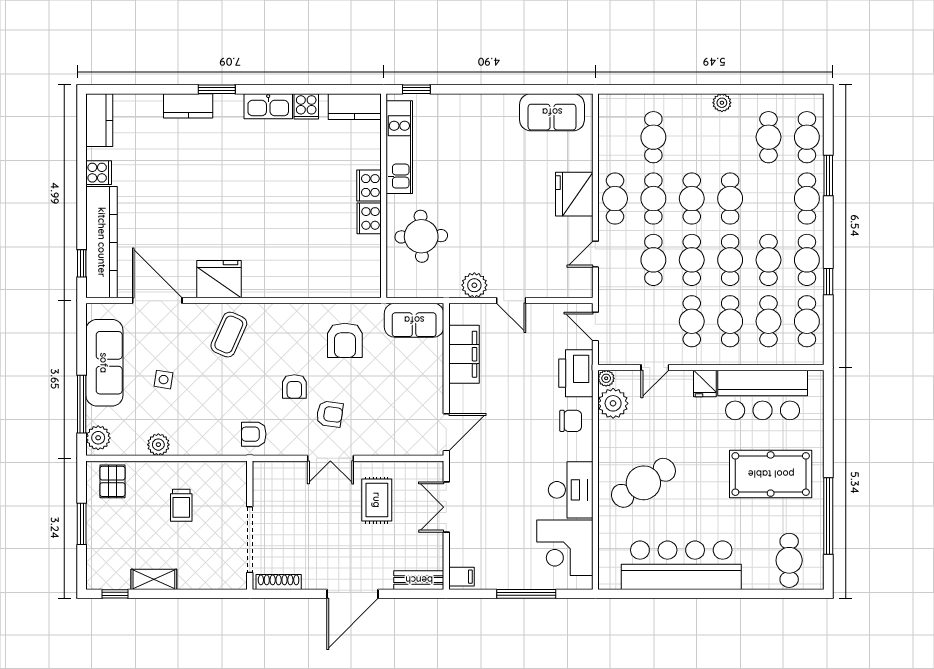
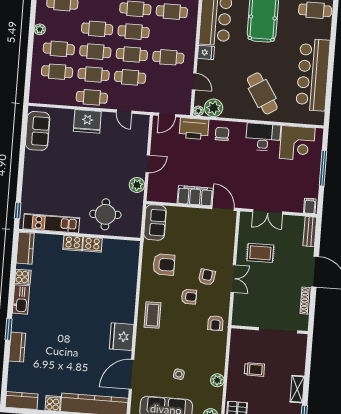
cafe table: (730, 321) -> (59, 49), moved
coffee table: (229, 335) -> (153, 315), moved, turned 66
filing cabinet: (464, 354) -> (195, 196), moved
shoe rack: (279, 582) -> (306, 301), moved

